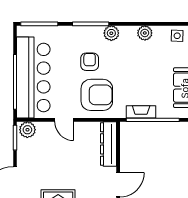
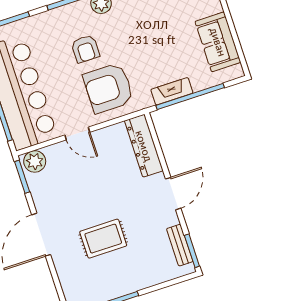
armchair: (90, 62) -> (85, 49), turned 180
armchair: (97, 95) -> (108, 88), turned 180

